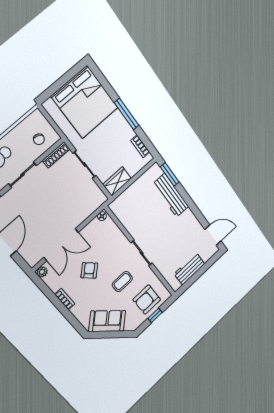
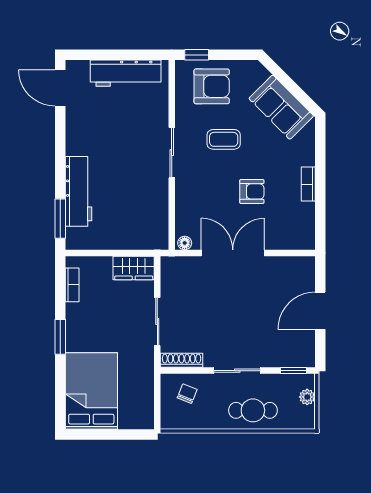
bed: (85, 102) -> (91, 391), width x0.73
window: (127, 114) -> (60, 337), width x0.69
double door: (61, 245) -> (233, 253), moved
workbench: (189, 269) -> (126, 73), width x1.38
armchair: (89, 270) -> (252, 191), turned -136
plant: (42, 272) -> (307, 242), removed
window: (155, 315) -> (197, 55), moved

